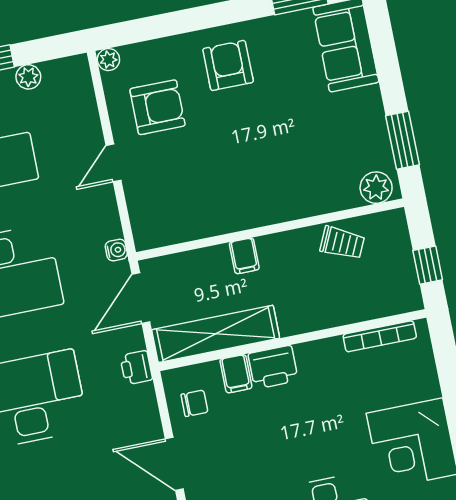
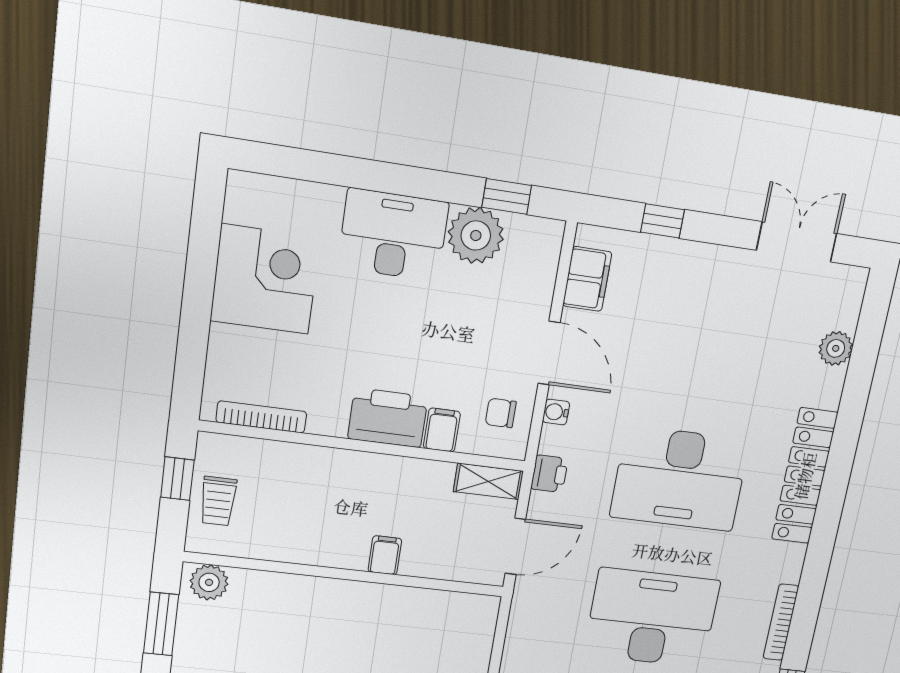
trolley: (342, 243) -> (218, 501), moved, turned -115
water cooler: (116, 250) -> (556, 412), moved
shelving: (216, 334) -> (488, 481), width x0.45, depth x0.75
printer: (273, 367) -> (388, 418), width x1.37, depth x1.19

